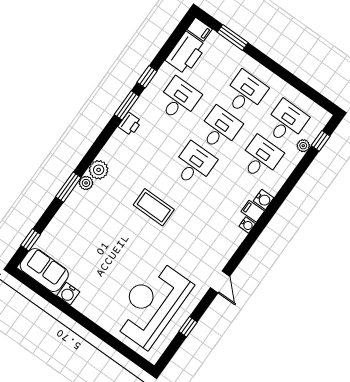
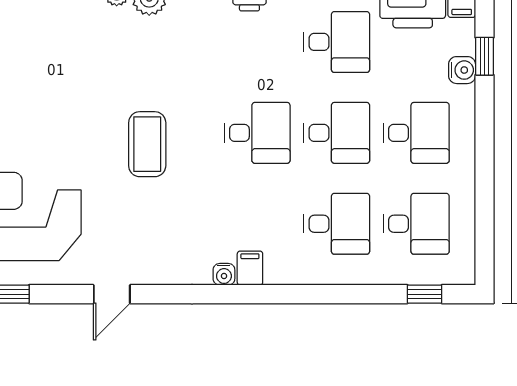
window: (233, 37) -> (485, 56), width x0.67
plant: (303, 146) -> (399, 274), removed
water cooler: (264, 199) -> (462, 70), moved, turned -90
coffee table: (154, 207) -> (147, 144), moved

